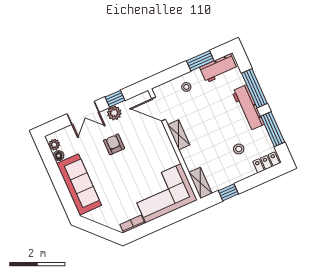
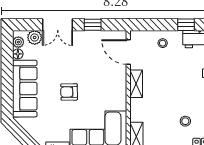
window: (200, 61) -> (186, 25), width x0.67
plant: (114, 113) -> (35, 37), moved
armchair: (114, 144) -> (69, 92), moved, turned -91

